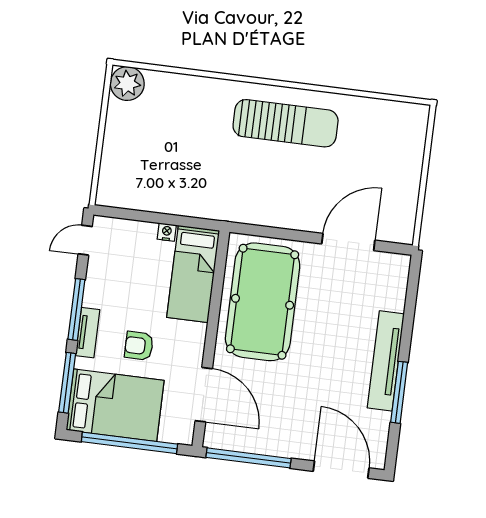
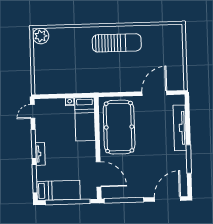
armchair: (139, 346) -> (65, 156), removed
tv unit: (386, 361) -> (180, 128), moved
bed: (115, 405) -> (59, 190), width x0.67
door: (341, 470) -> (168, 199), hinge flipped

